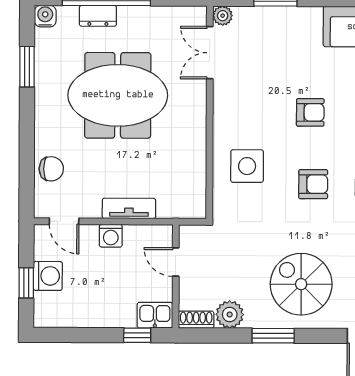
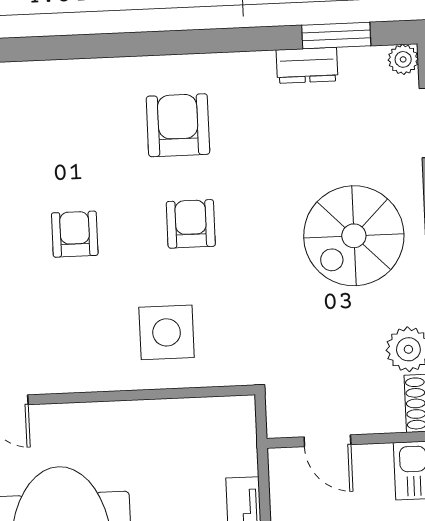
door: (176, 262) -> (327, 441), hinge flipped

